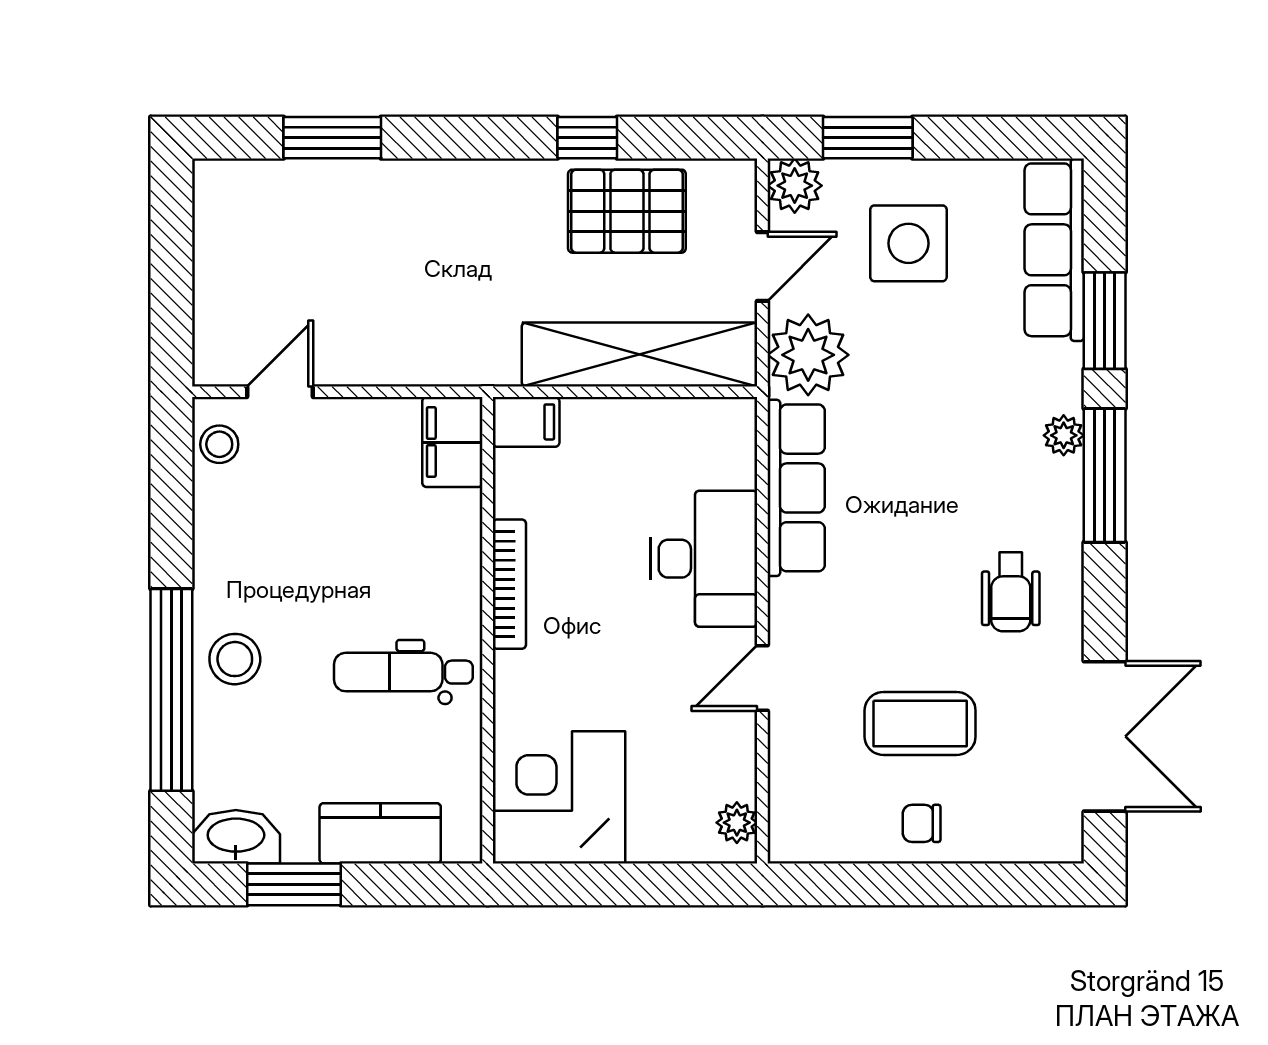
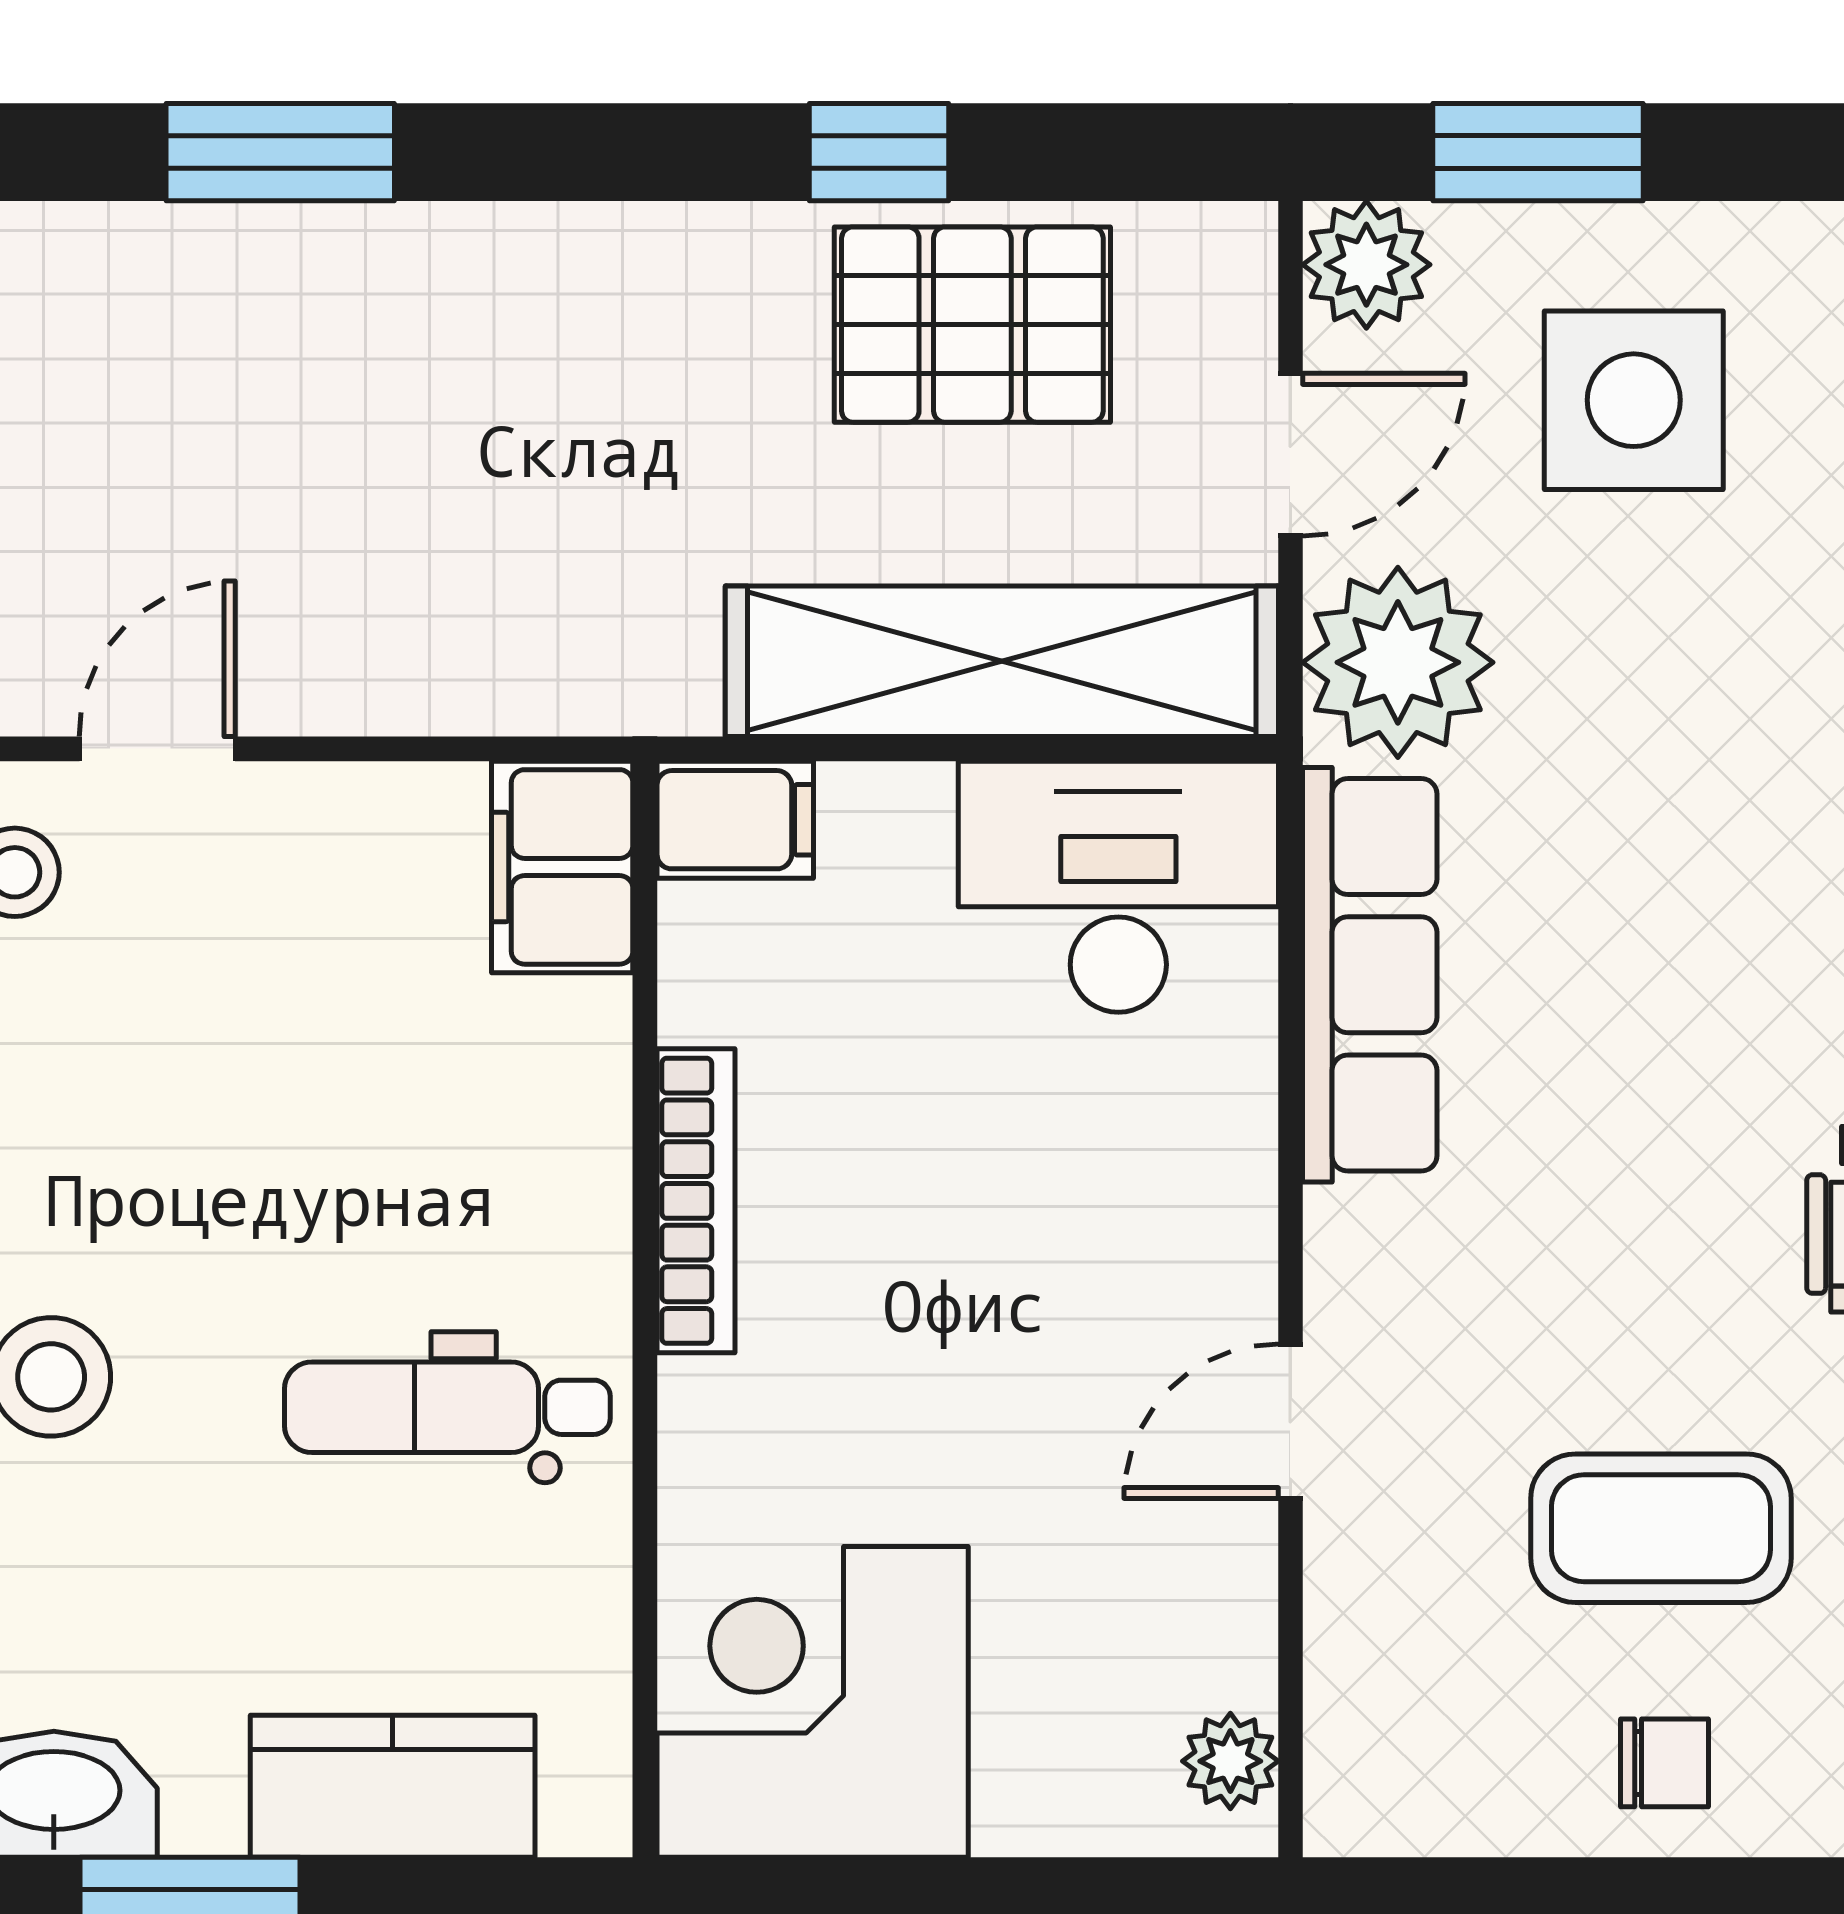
desk: (704, 559) -> (1118, 887), moved, turned -90
chair: (922, 823) -> (1664, 1763), turned 180

